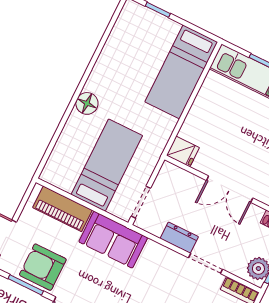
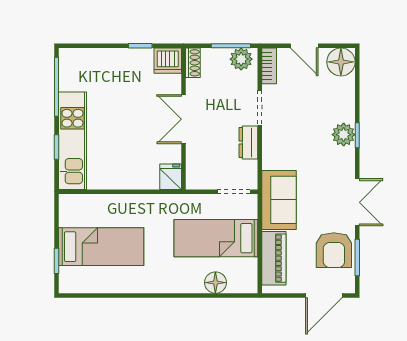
bed: (181, 72) -> (101, 247), moved
floor lamp: (87, 103) -> (215, 283), moved
double door: (230, 189) -> (184, 119), swing flipped

